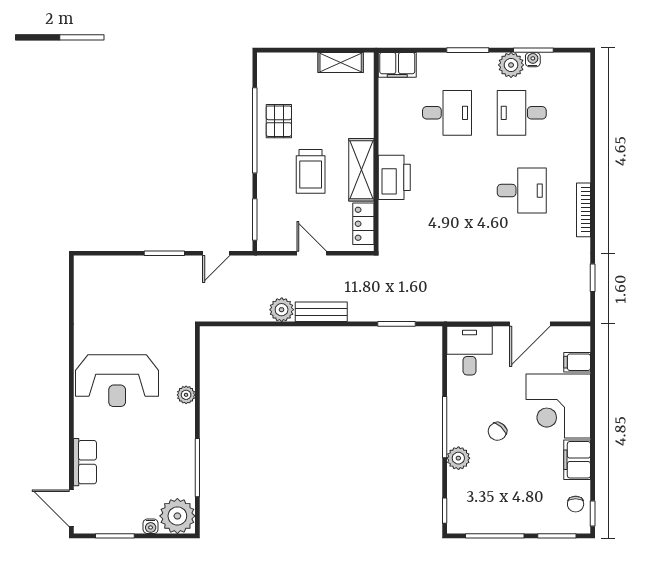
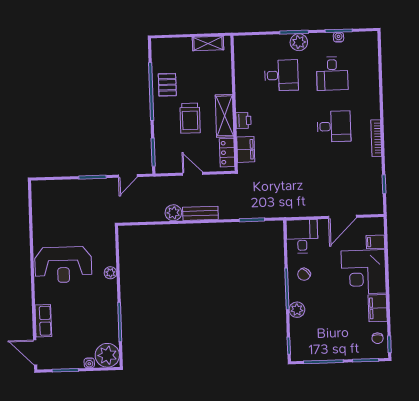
filing cabinet: (397, 65) -> (246, 149), moved, turned -90
plant: (511, 65) -> (299, 42), moved
desk: (522, 113) -> (332, 74), turned -90
printer: (394, 177) -> (244, 120), width x0.53, depth x0.68
chair: (497, 431) -> (304, 274), moved

